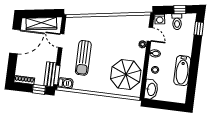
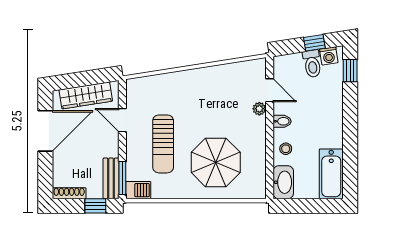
washing machine: (160, 19) -> (329, 56), moved
bathtub: (182, 71) -> (331, 174), moved
parasol: (126, 75) -> (216, 162), moved

